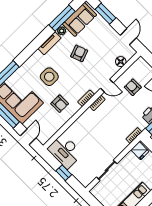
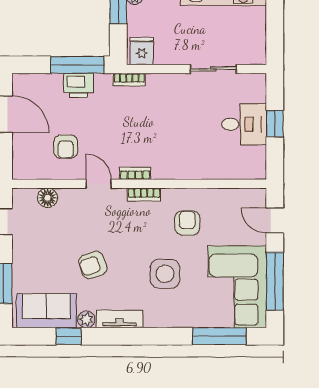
window: (62, 18) -> (69, 336), width x0.46
door: (28, 137) -> (275, 220), hinge flipped
desk: (65, 151) -> (244, 124), moved, width x0.73

